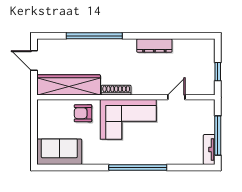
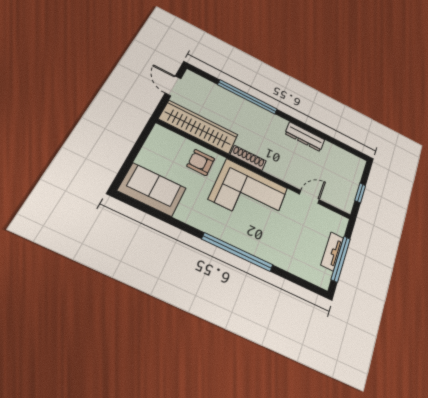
tv unit: (209, 149) -> (332, 251), moved

